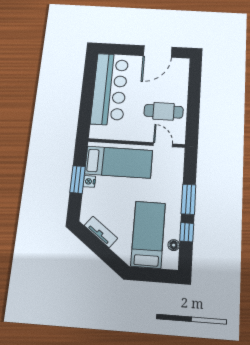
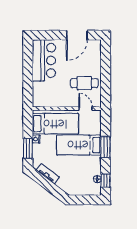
bar counter: (110, 89) -> (44, 60), width x0.73
window: (78, 179) -> (28, 148), moved
window: (187, 232) -> (106, 181), moved
bed: (148, 234) -> (79, 145), moved, turned -90

